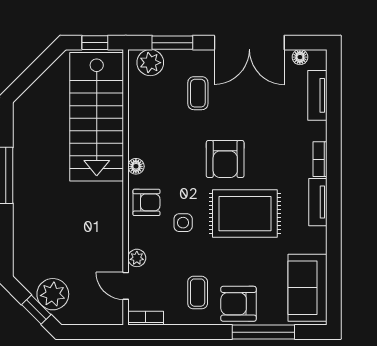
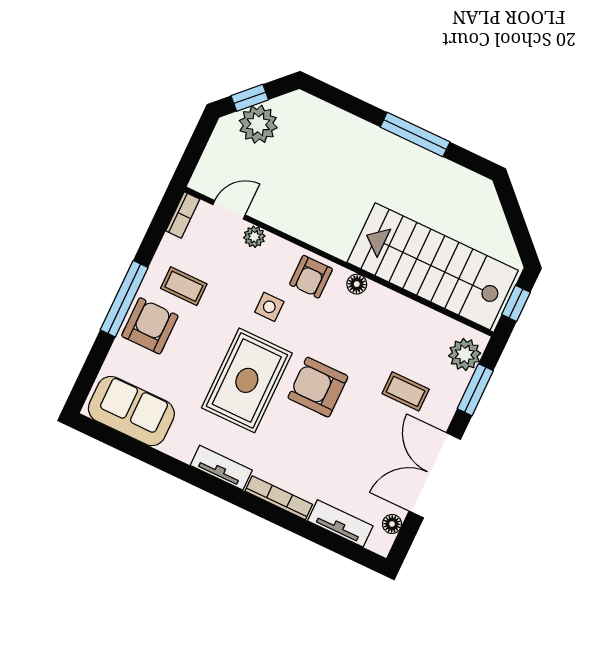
bookcase: (320, 159) -> (279, 498), width x1.56
window: (263, 332) -> (124, 299), moved

